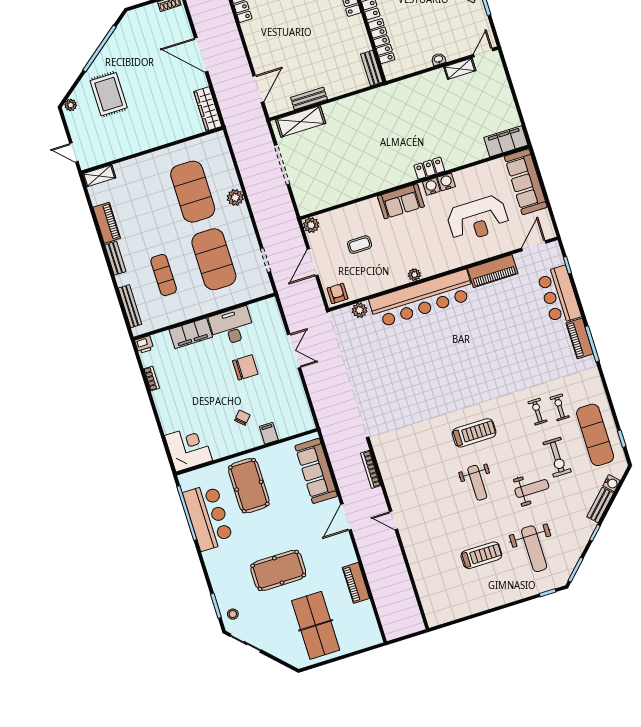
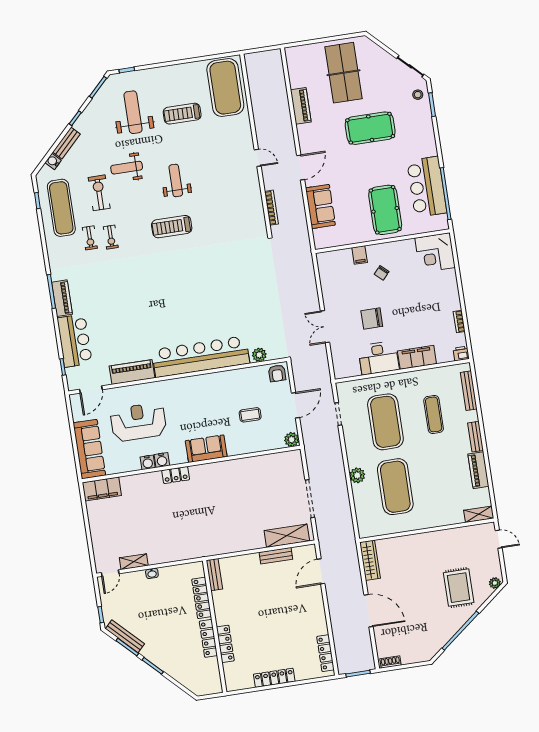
water cooler: (431, 187) -> (148, 462), moved
plant: (414, 275) -> (204, 380), removed
sofa: (316, 471) -> (320, 206), width x0.73
exercise mat: (440, 590) -> (225, 88), added

